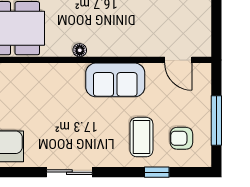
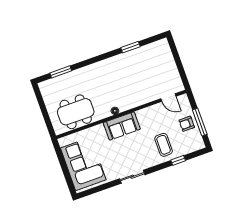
sofa: (115, 80) -> (122, 126), moved
armchair: (181, 138) -> (187, 124), moved

